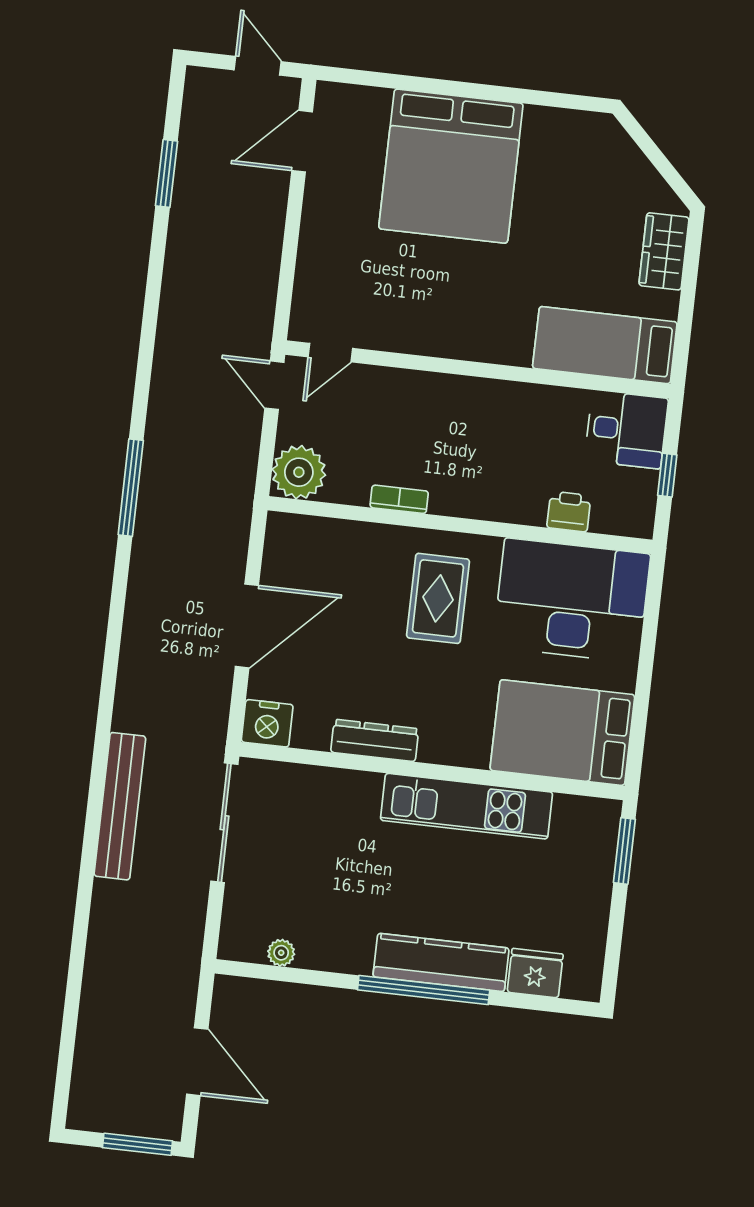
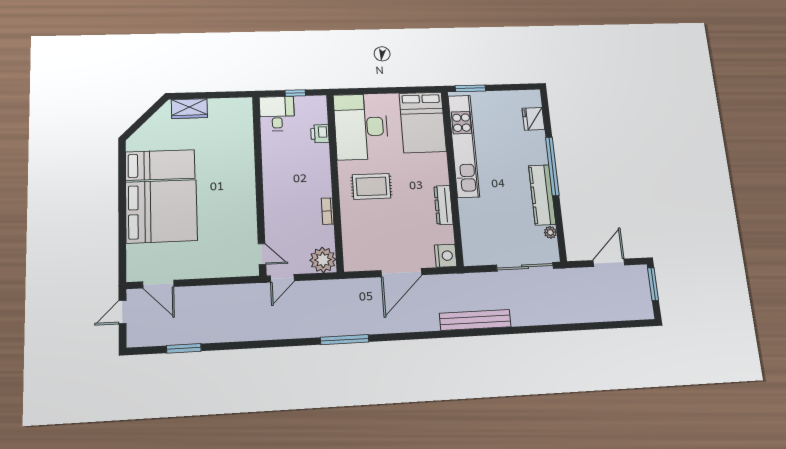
bed: (605, 345) -> (160, 165), moved, turned -90
door: (247, 626) -> (401, 273), swing flipped
bench: (120, 806) -> (475, 320), moved
kitchen unit: (467, 806) -> (464, 146), width x1.36
sliding door: (224, 823) -> (525, 267), moved
kitchen counter: (441, 962) -> (542, 195), moved

